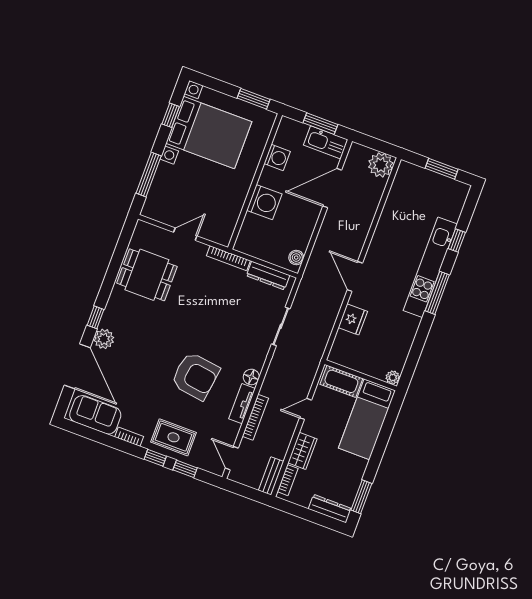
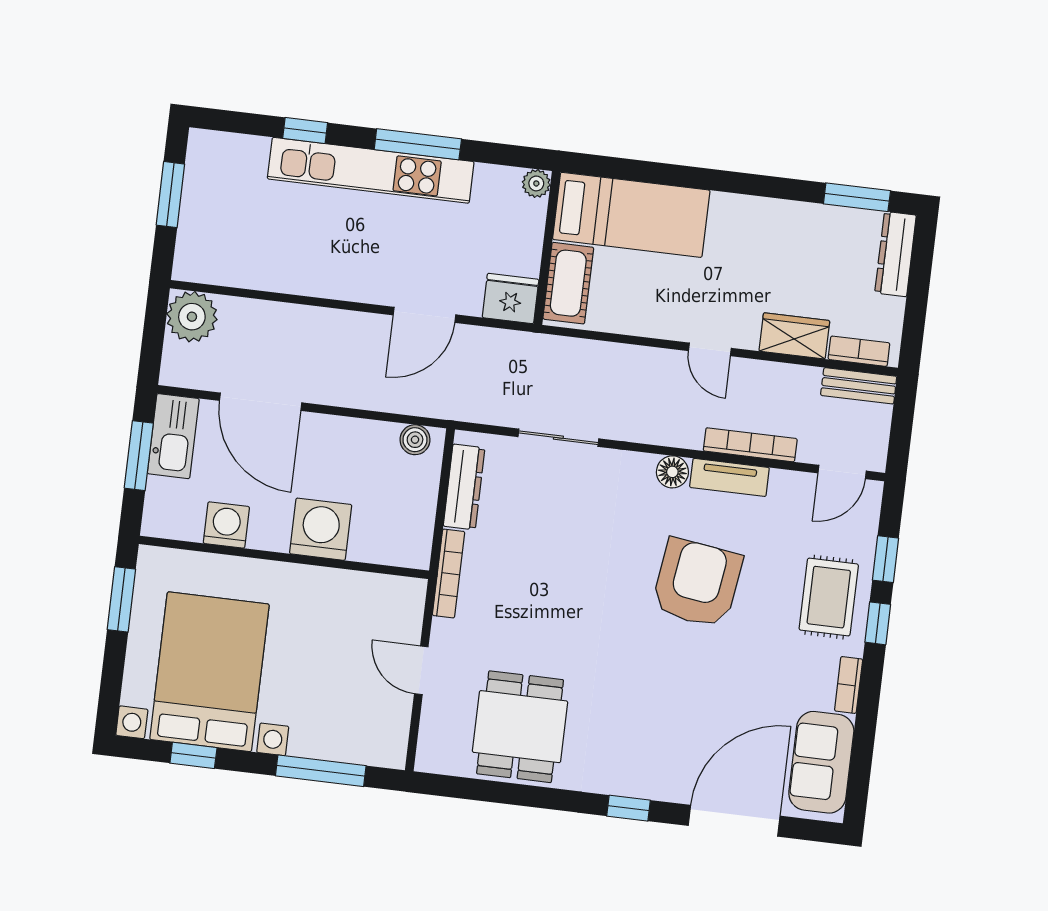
plant: (104, 339) -> (667, 781), removed
wall: (361, 375) -> (547, 248), moved
plant: (393, 377) -> (536, 183), moved
cot: (341, 381) -> (568, 283), moved
bed: (367, 419) -> (631, 215), moved

